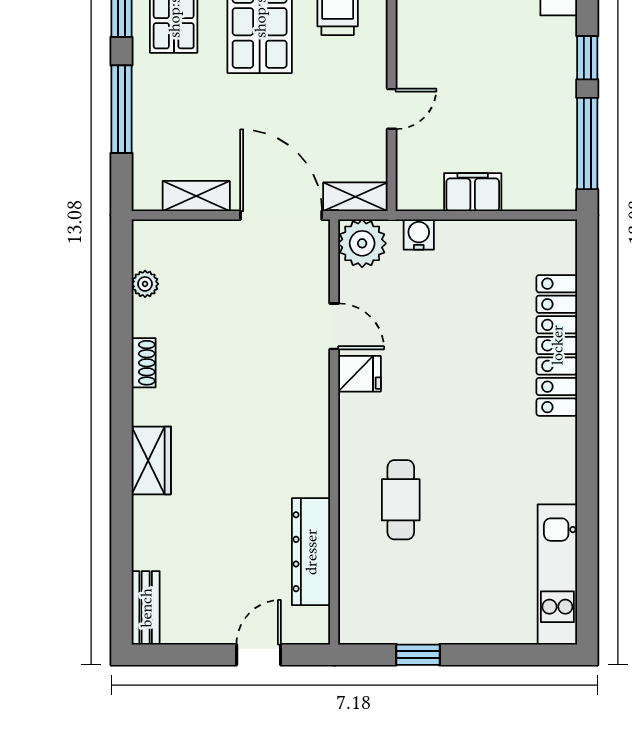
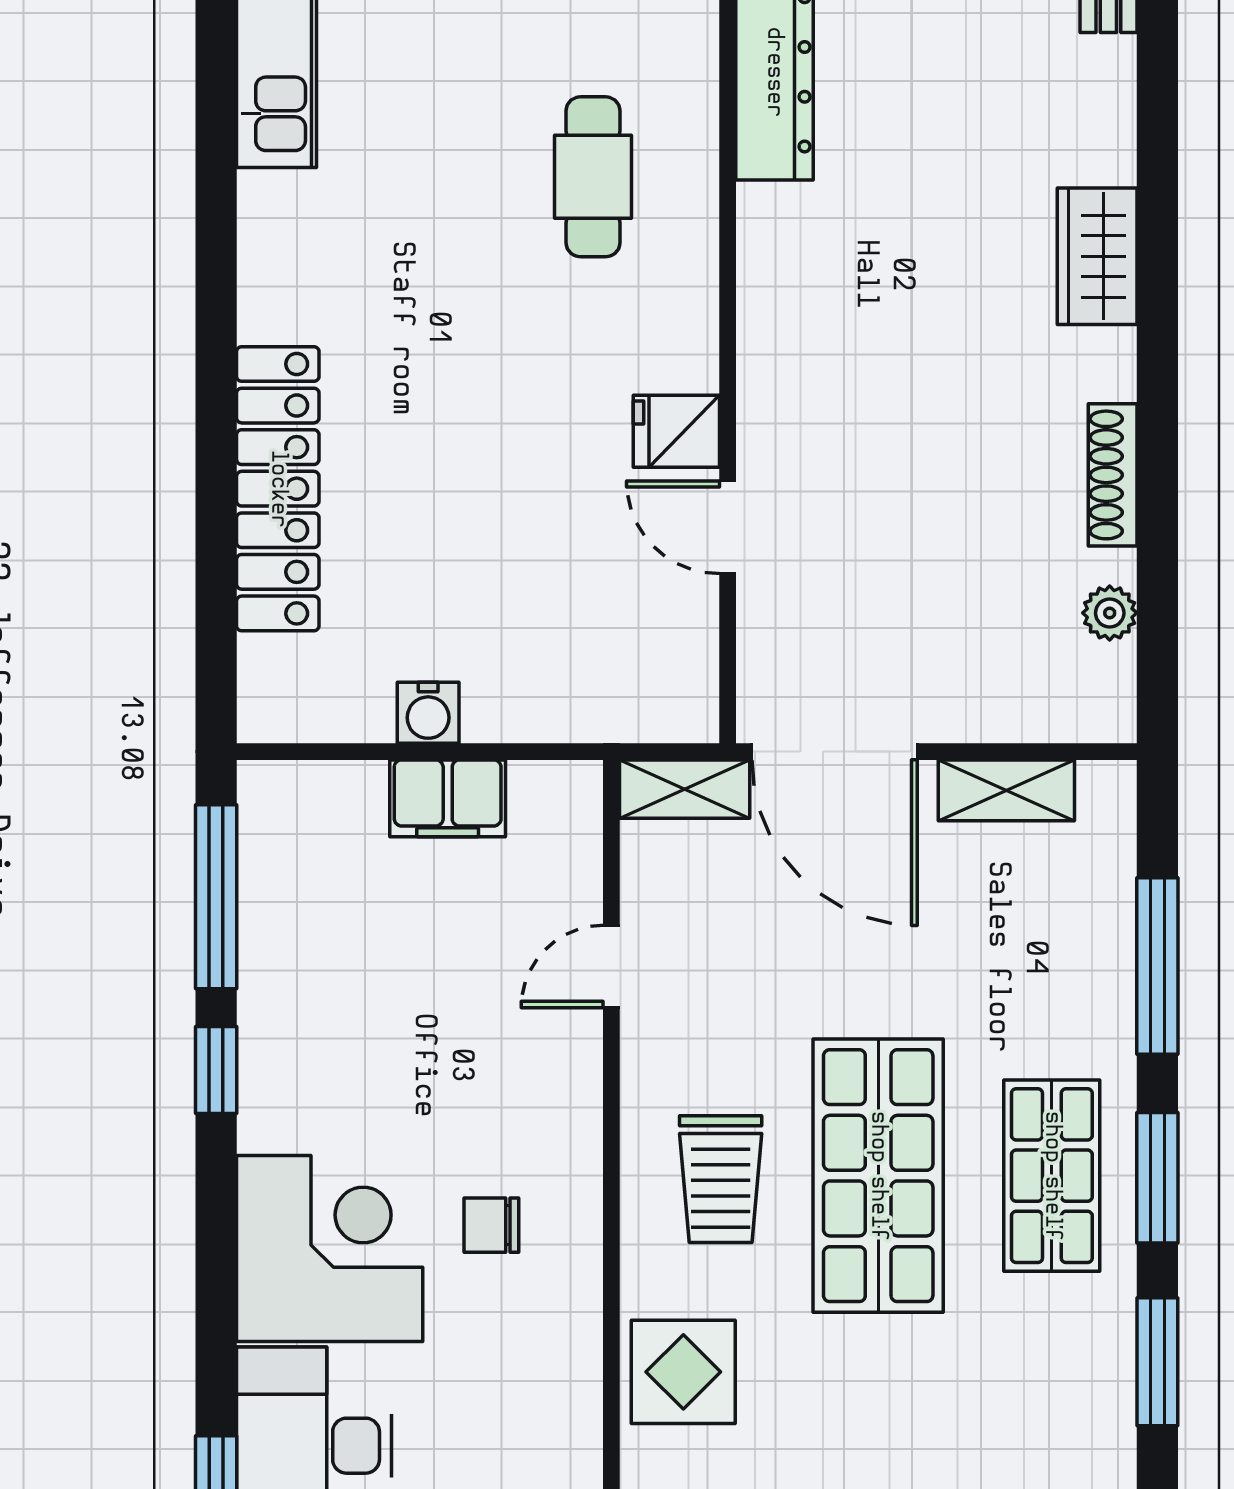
water cooler: (419, 235) -> (428, 713), moved
plant: (362, 243) -> (671, 695), removed
shoe rack: (144, 363) -> (1113, 475), width x1.43

